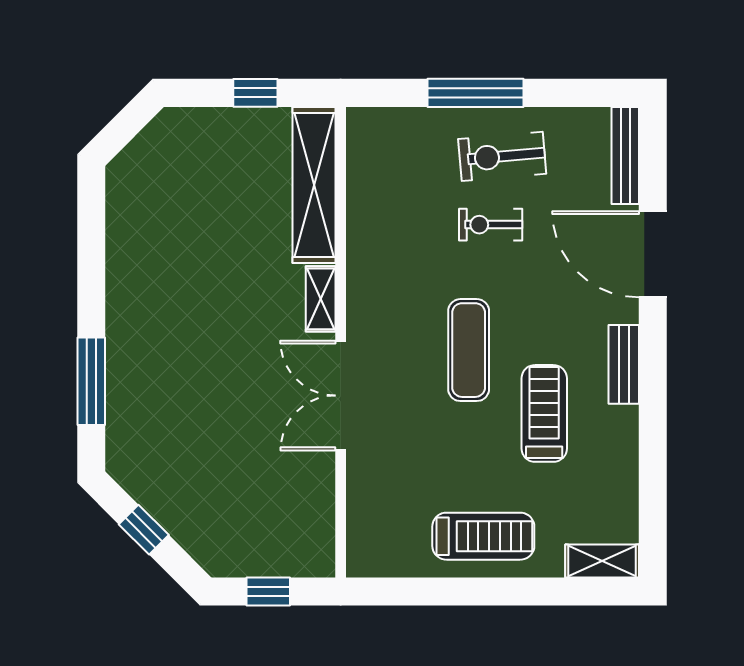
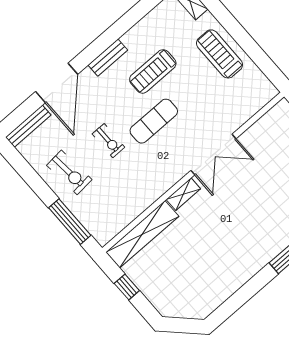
window: (476, 93) -> (70, 222), moved
exercise bike: (491, 225) -> (108, 141), moved

